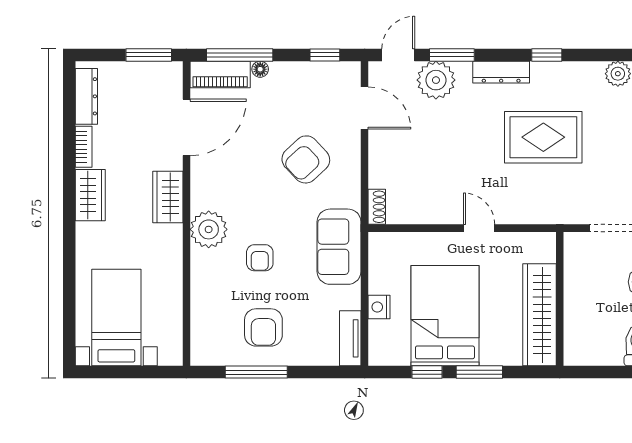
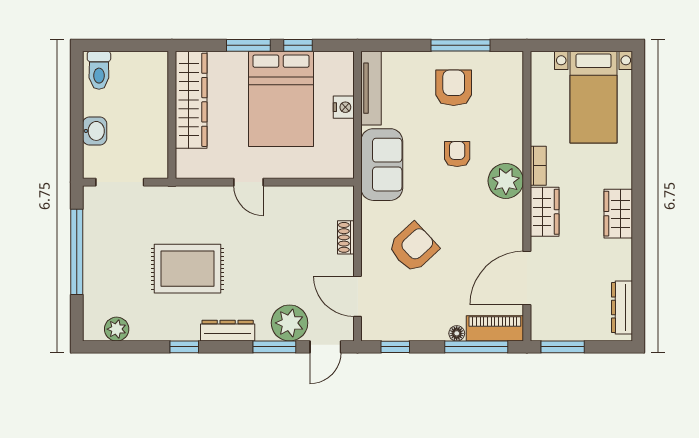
bookcase: (84, 147) -> (538, 166), moved, turned 180
shoe rack: (377, 207) -> (346, 237), moved
tv unit: (350, 338) -> (371, 88), width x1.41

